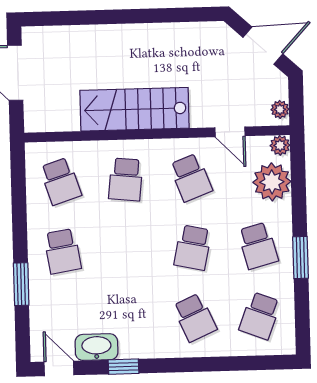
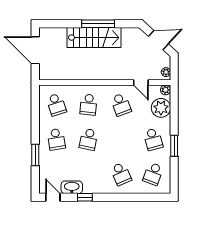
window: (140, 16) -> (98, 24), added
stairs: (135, 109) -> (94, 38), moved, turned 180
school desk: (193, 248) -> (89, 139), moved

